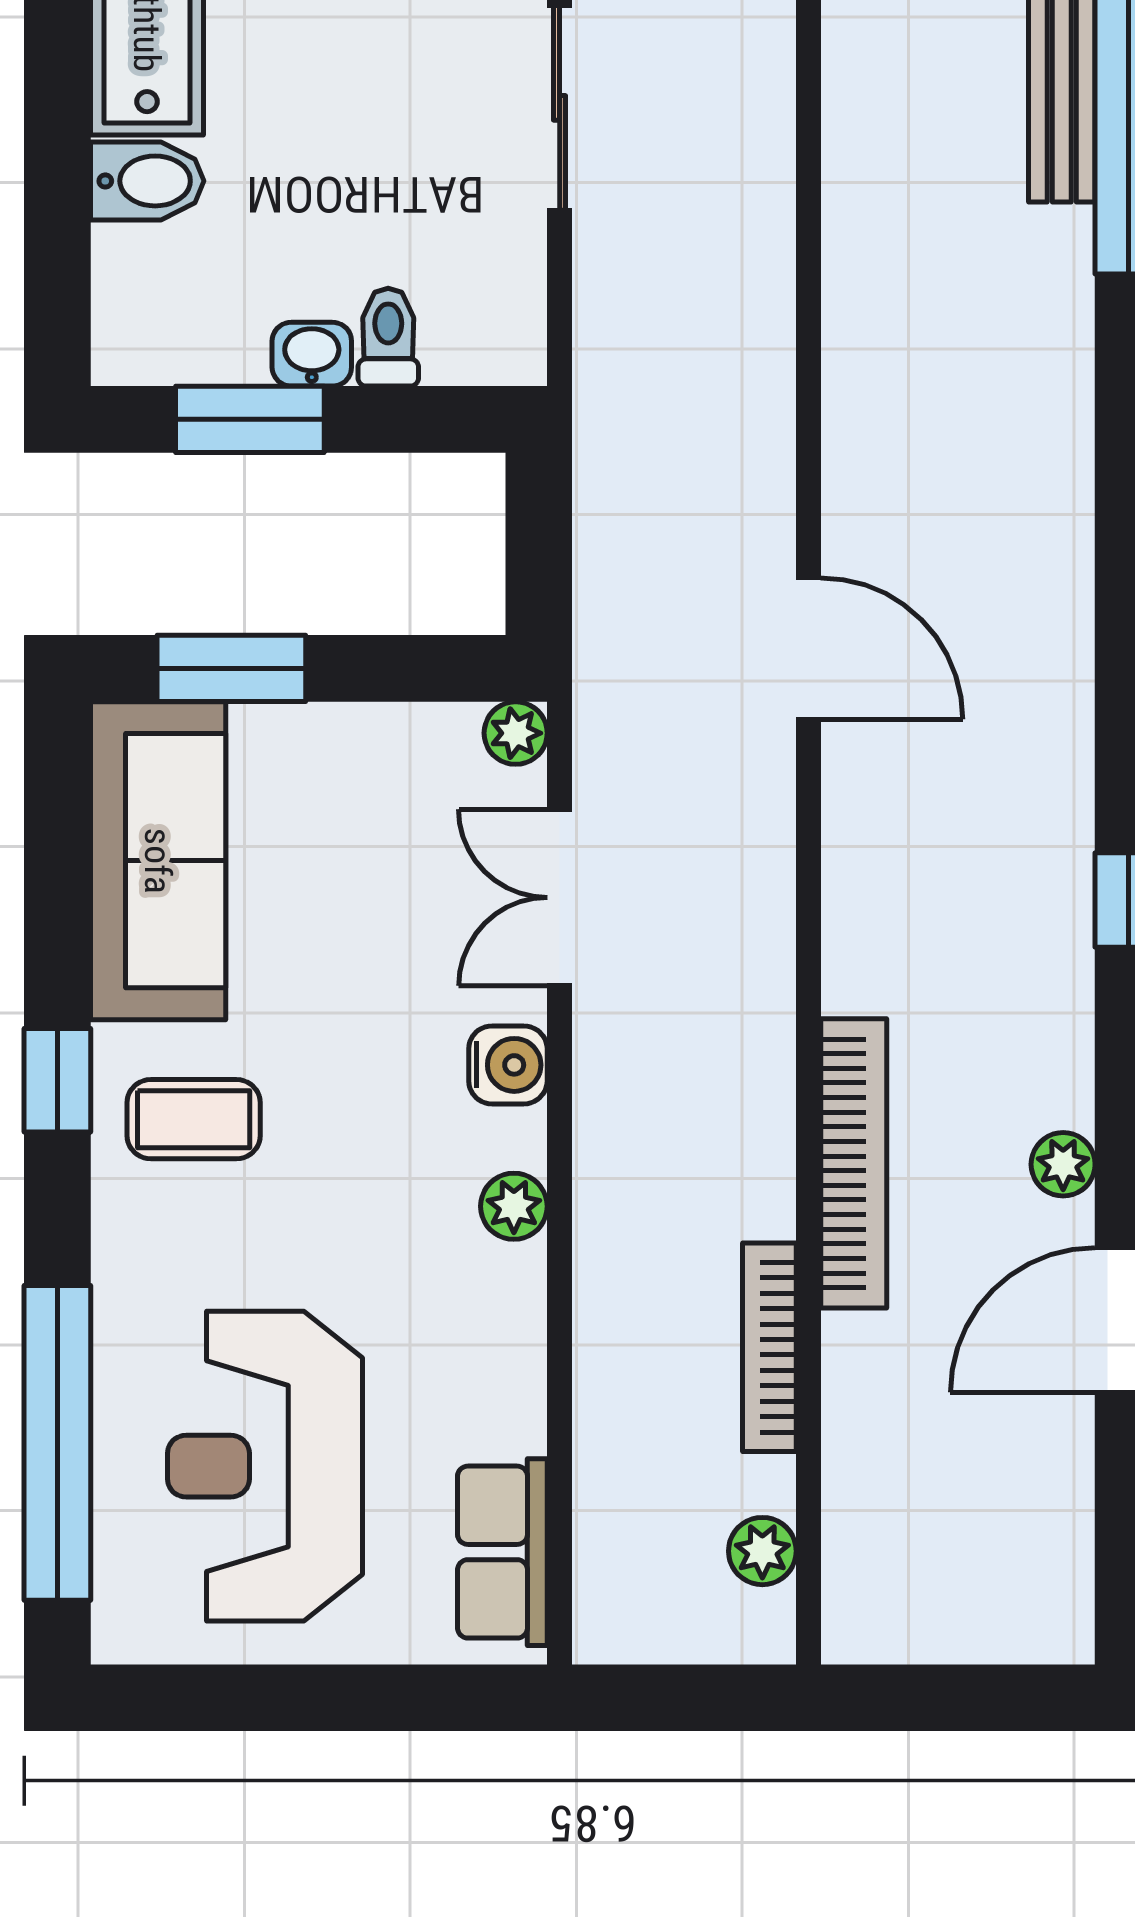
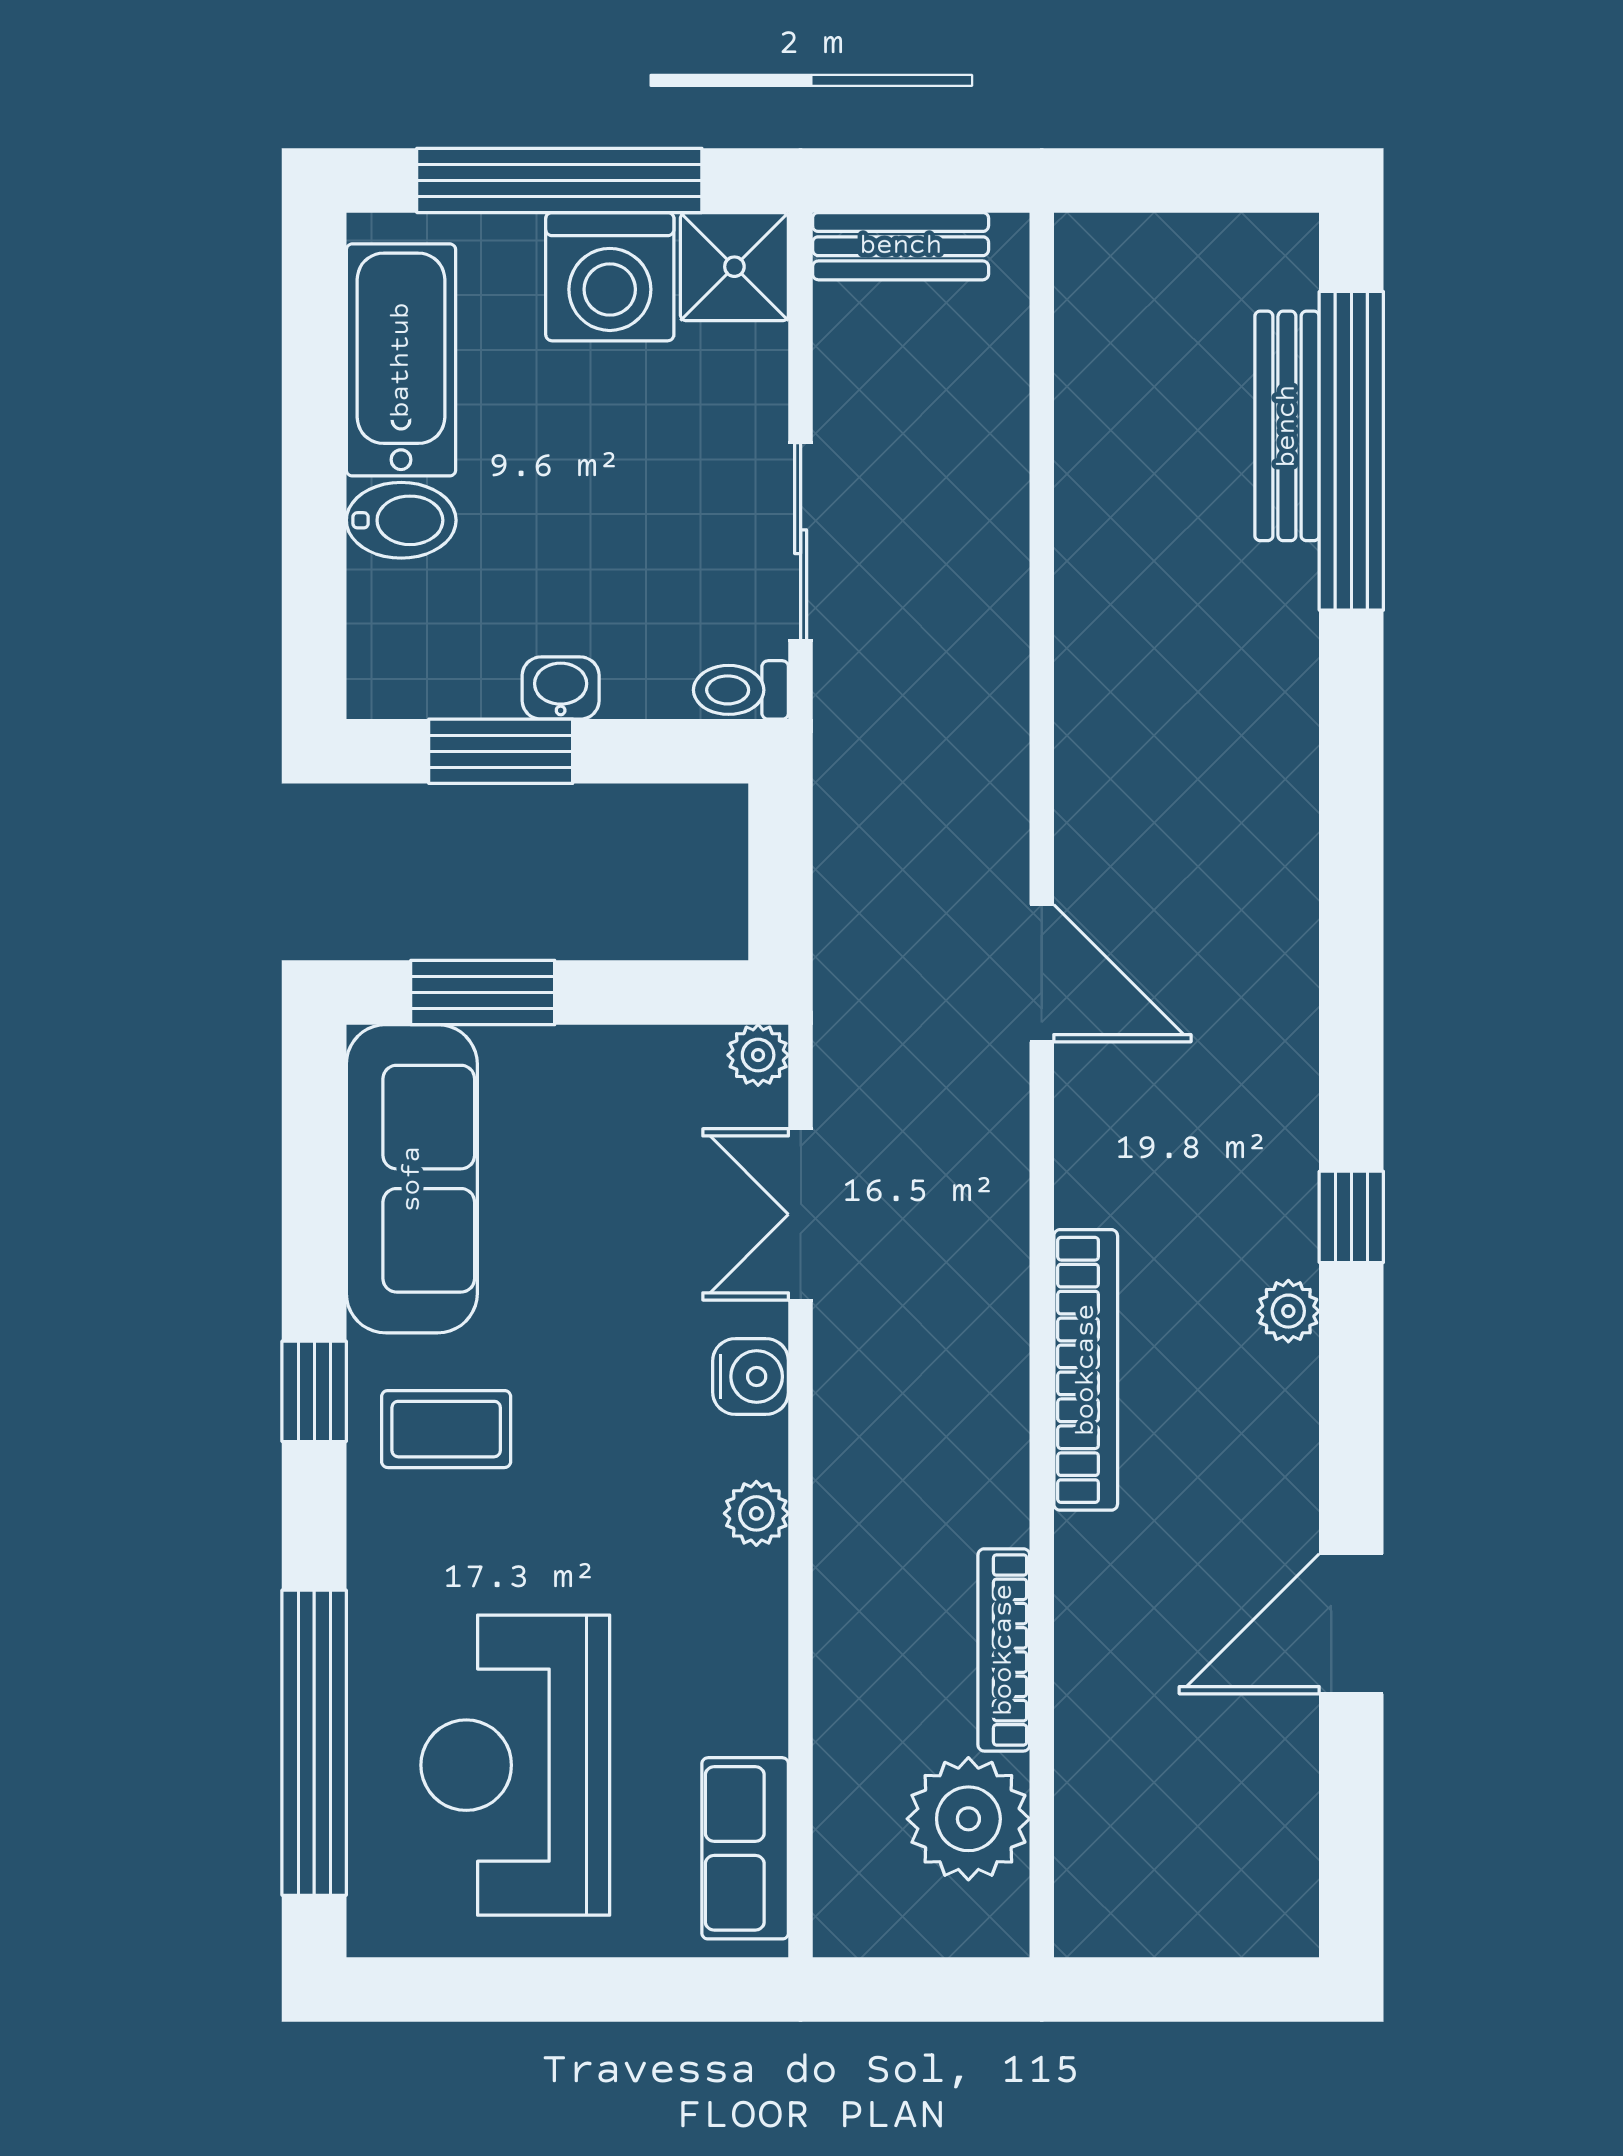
sliding door: (560, 108) -> (801, 542), moved
toilet: (388, 337) -> (741, 690), moved, turned -90
bookcase: (854, 1163) -> (1086, 1370), moved
plant: (1063, 1164) -> (1288, 1311), moved
plant: (762, 1551) -> (968, 1819), width x1.88, depth x1.88

